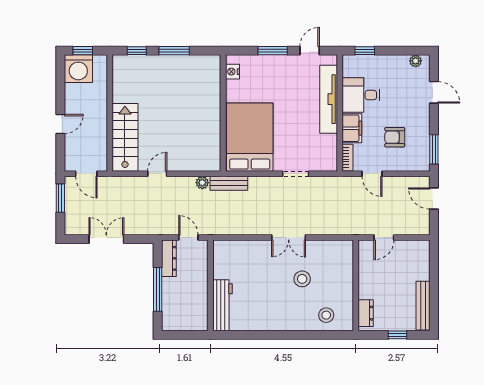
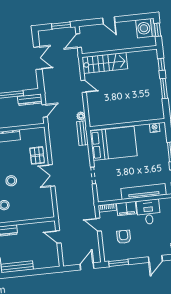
door: (372, 174) -> (99, 225), hinge flipped
pallet: (256, 256) -> (37, 155), added
stool: (302, 279) -> (11, 181), moved

